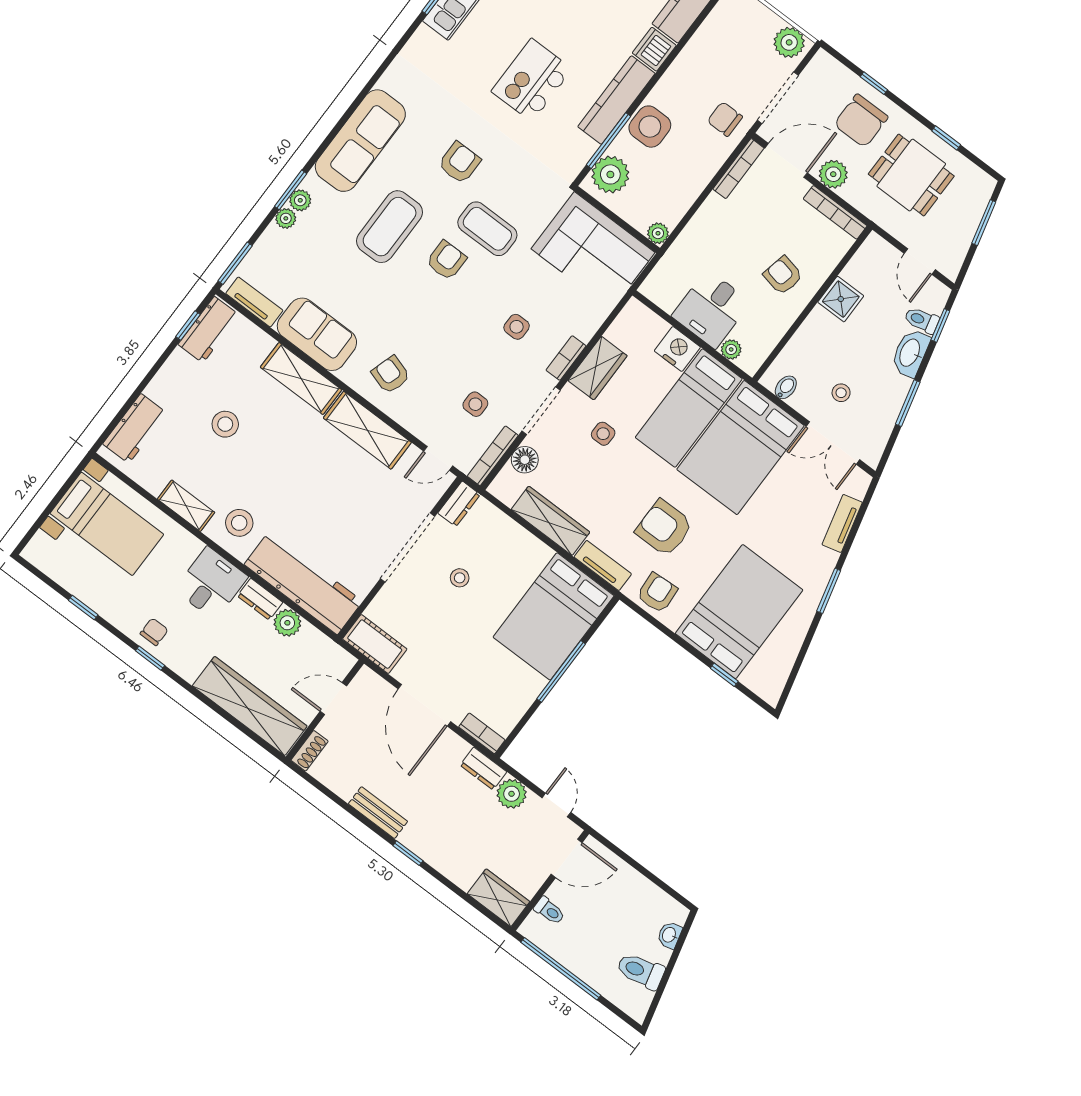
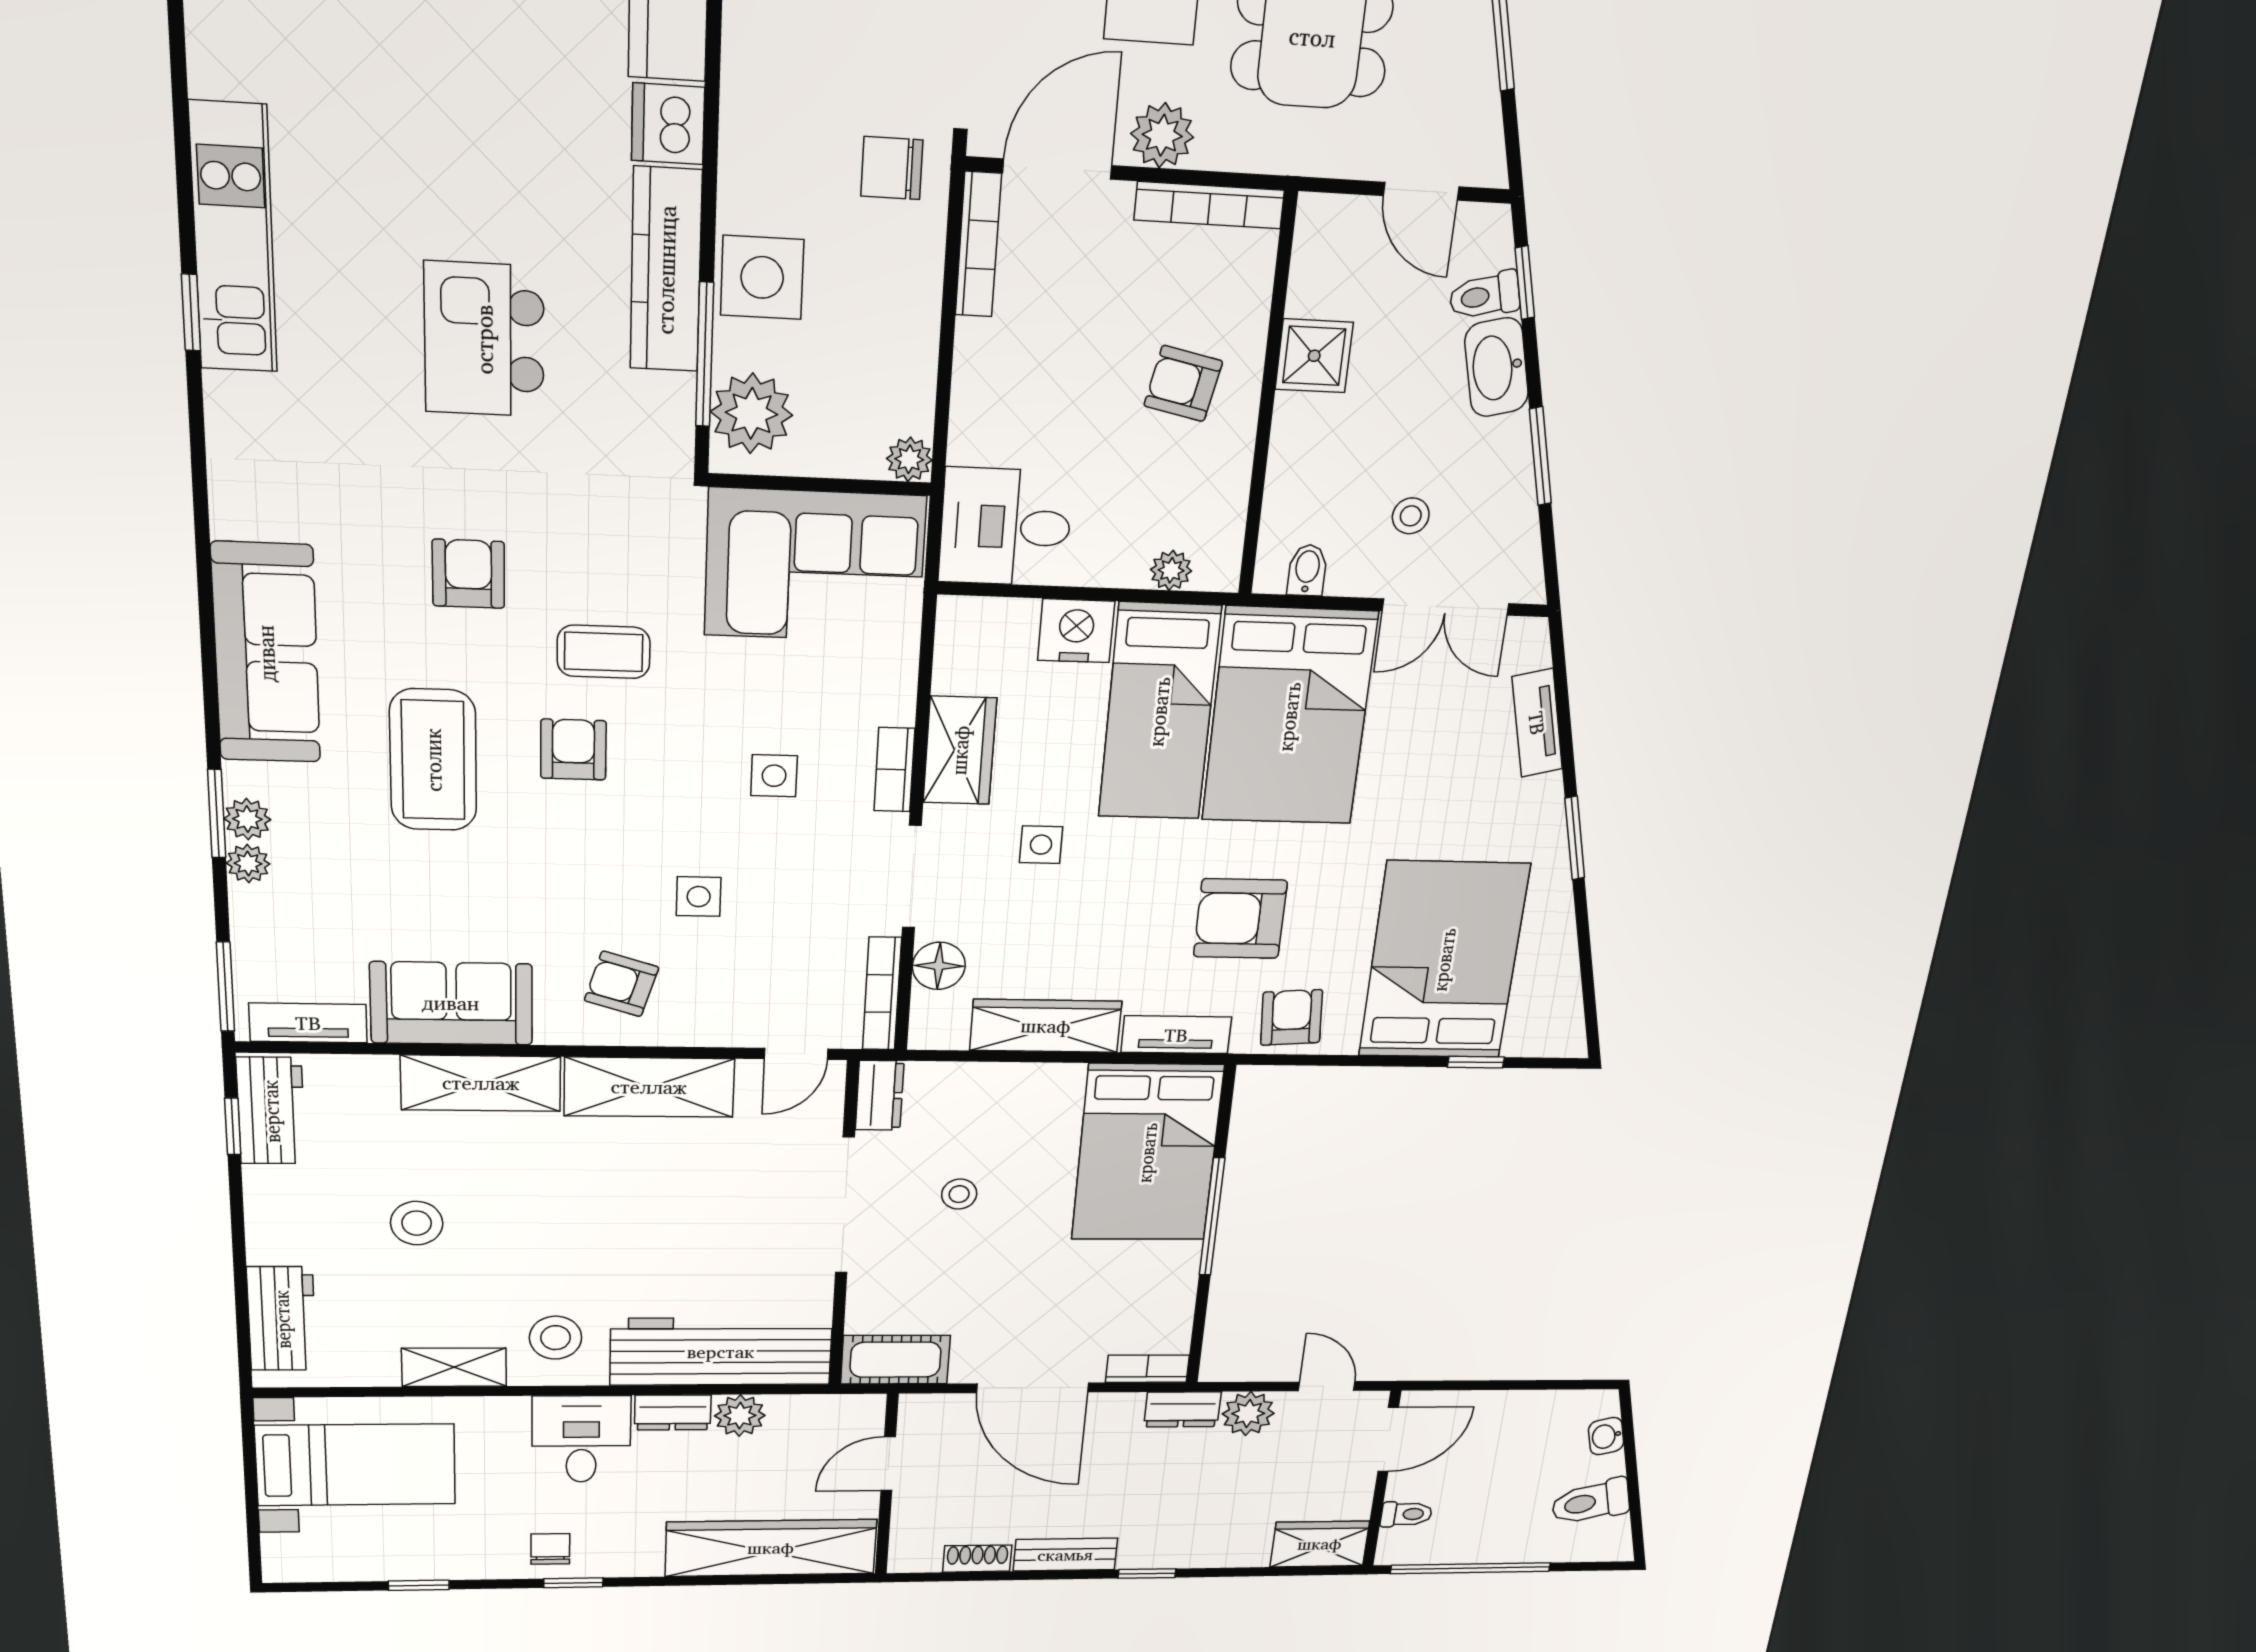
coffee table: (487, 229) -> (604, 652), width x0.73, depth x0.77
desk: (711, 309) -> (1006, 527), moved, turned 90
side table: (475, 404) -> (699, 897), moved
shoe rack: (310, 751) -> (977, 1559), moved, turned -90

